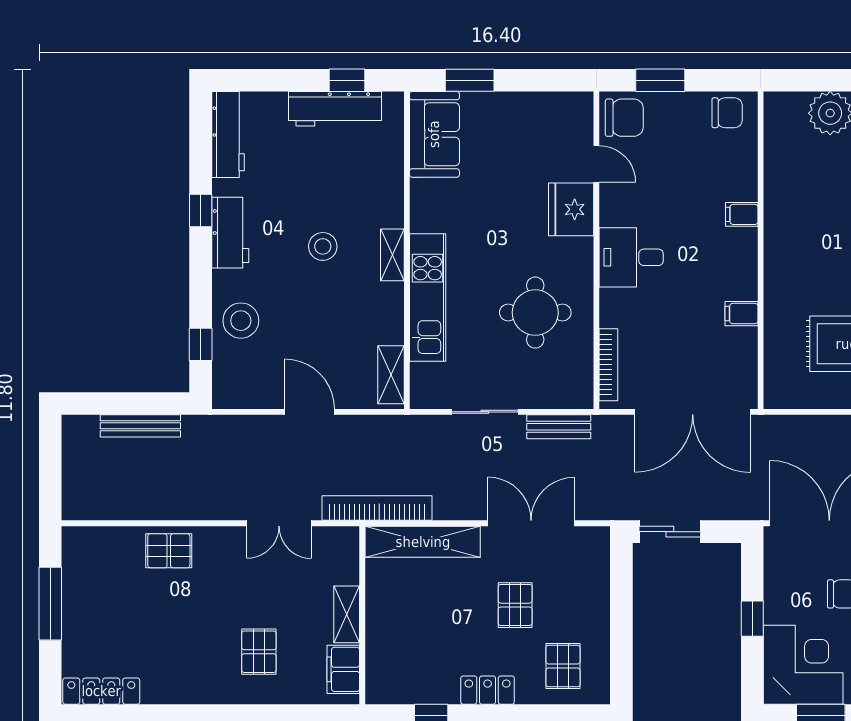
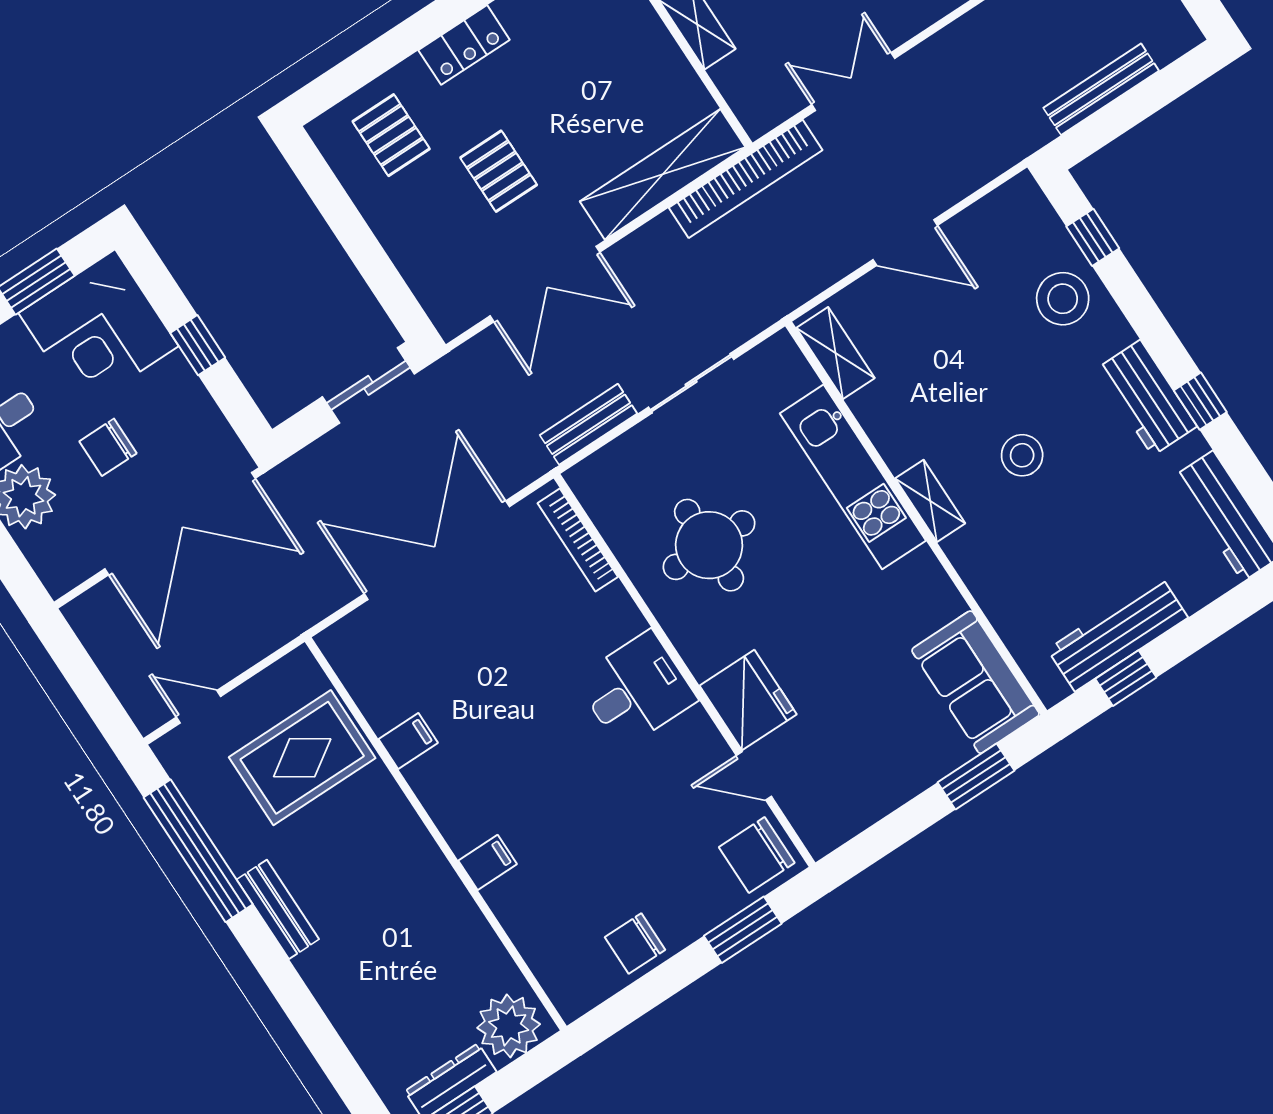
filing cabinet: (742, 214) -> (488, 862), moved
wall: (761, 250) -> (436, 834), moved
filing cabinet: (742, 314) -> (408, 741), moved

